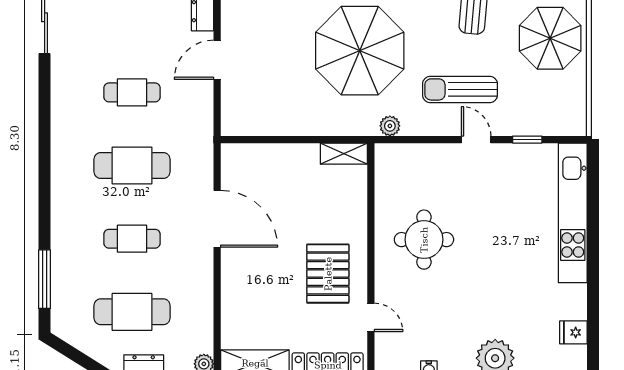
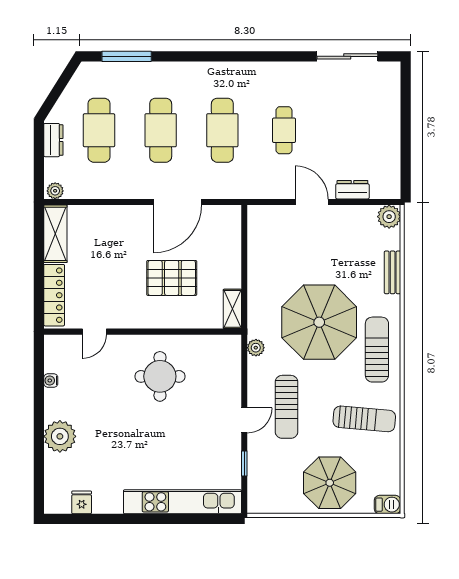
sun lounger: (460, 89) -> (286, 407), turned 180
cafe table: (132, 239) -> (161, 130), width x1.37, depth x1.35
pallet: (328, 274) -> (172, 278), moved

